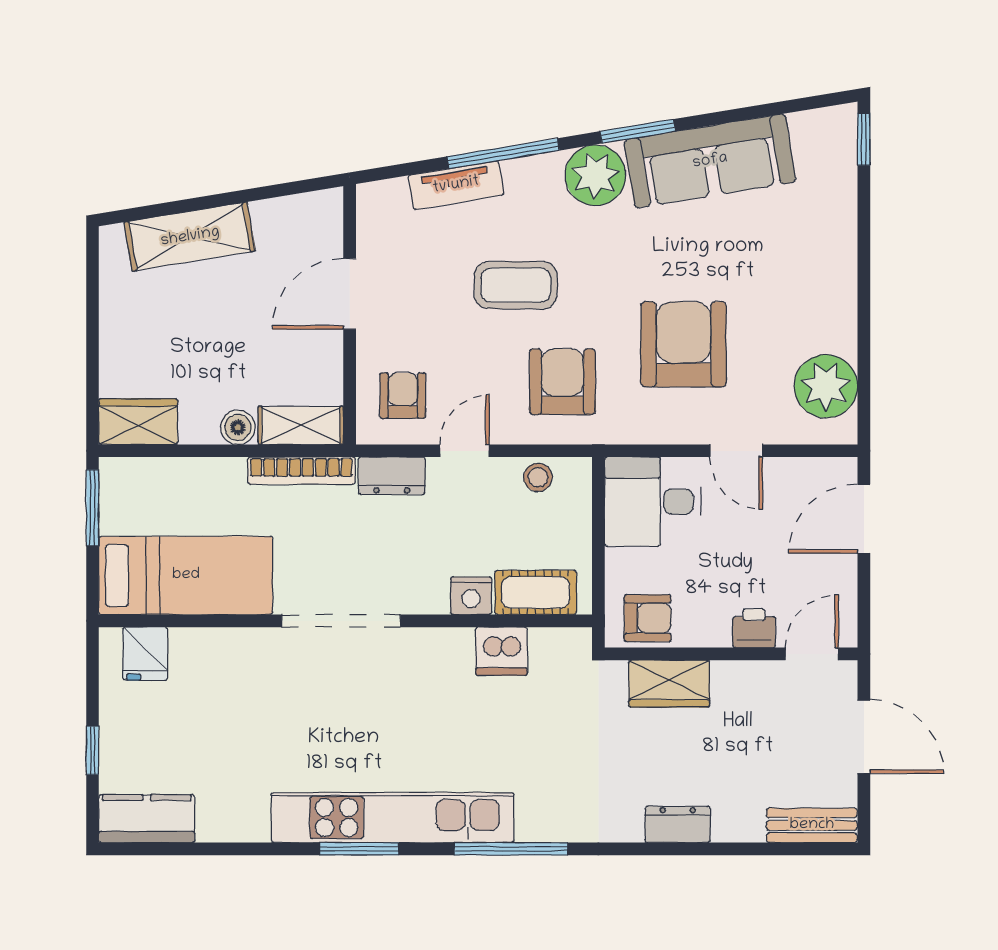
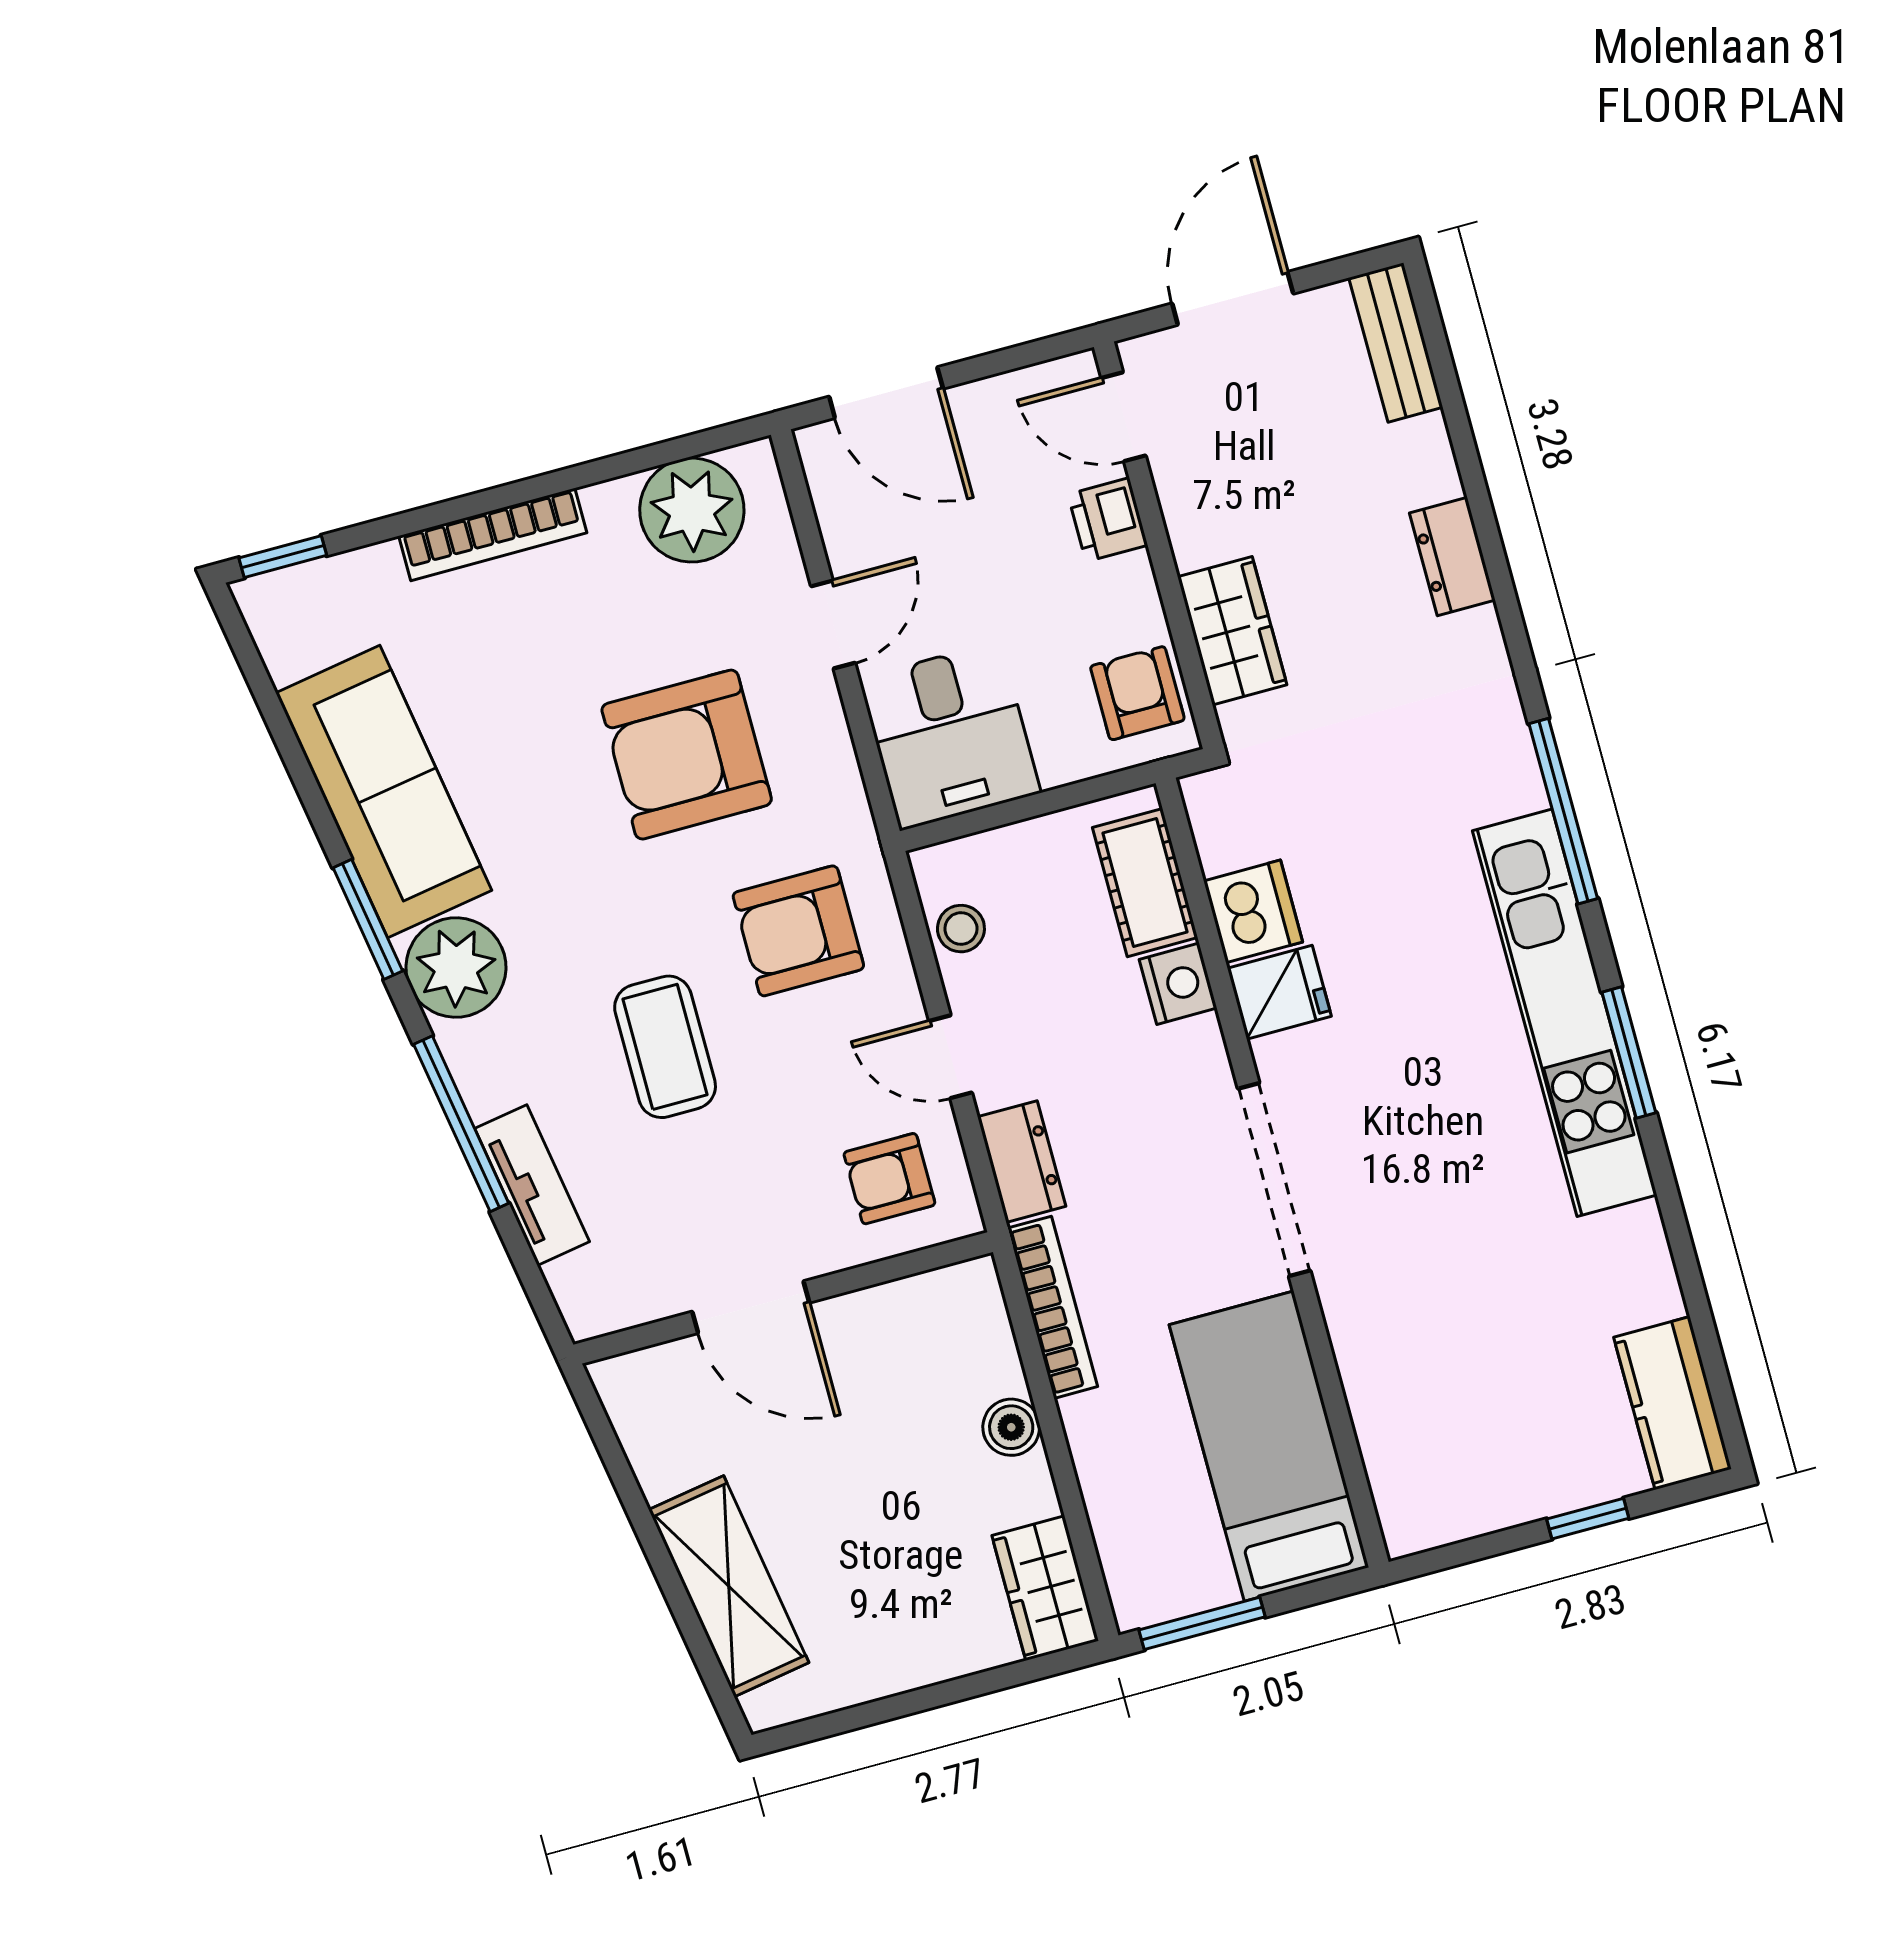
bookcase: (843, 266) -> (493, 534), added
shelving: (301, 425) -> (981, 1328), removed
fridge: (145, 654) -> (1279, 992), moved

